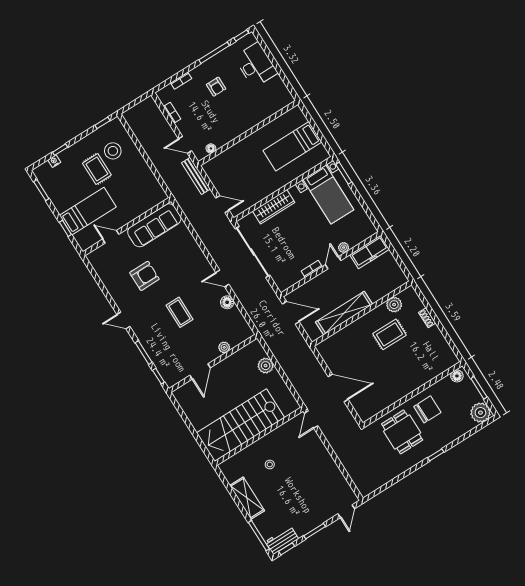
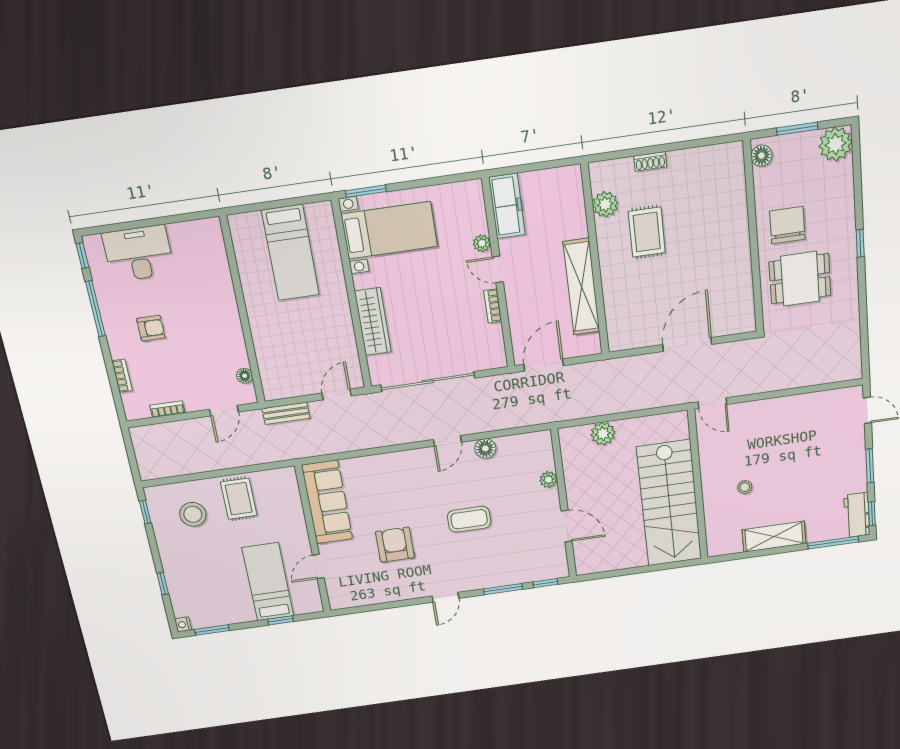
nightstand: (54, 161) -> (183, 624), moved
rug: (97, 169) -> (239, 499), moved, turned 90
bench: (196, 176) -> (286, 413), width x0.73

